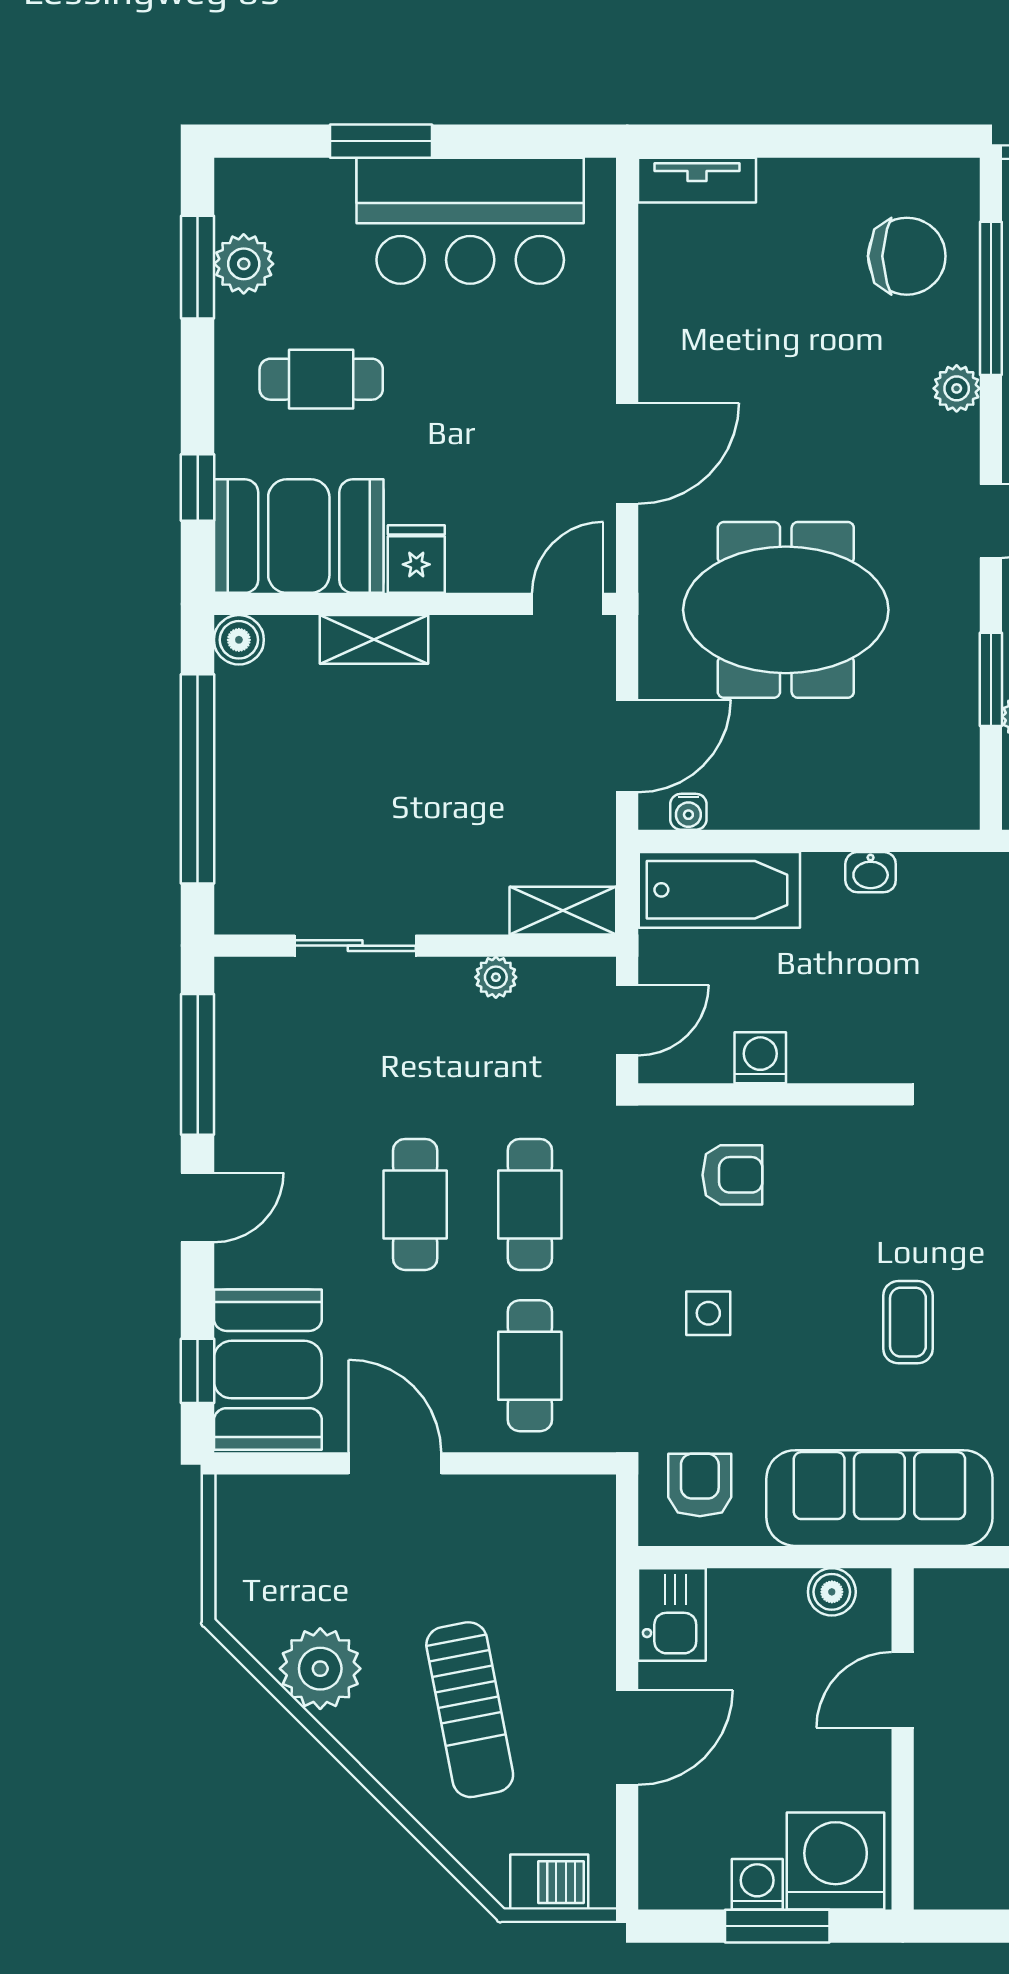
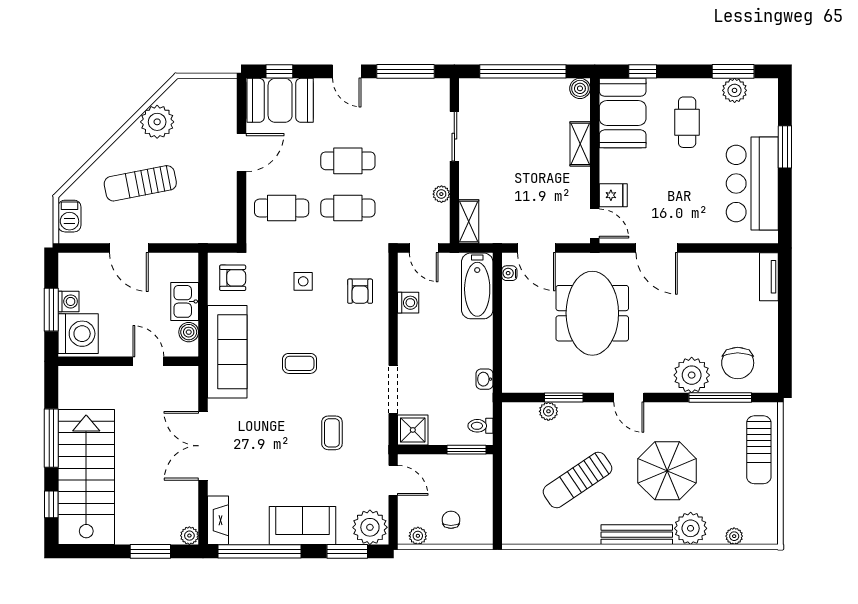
plant: (957, 388) -> (692, 375), width x1.88, depth x1.88
fridge: (416, 559) -> (613, 195), moved
washbasin: (871, 872) -> (485, 379), moved
kitchen sink: (672, 1615) -> (185, 301), moved, turned 90

